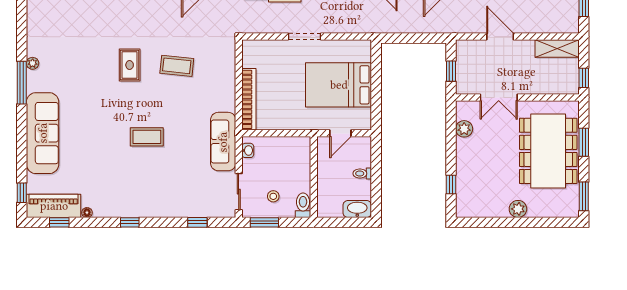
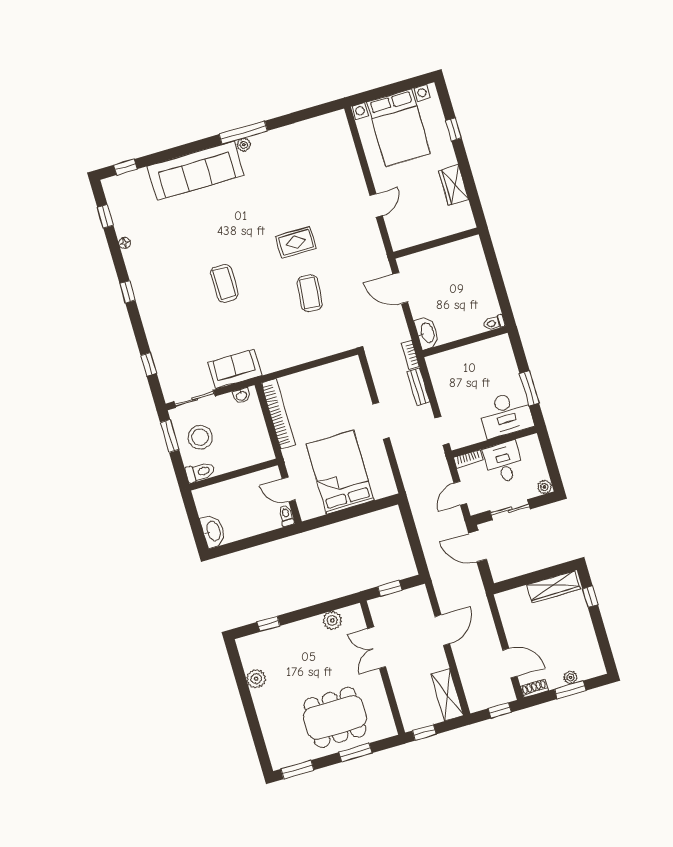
plant: (33, 63) -> (244, 145), moved
bookcase: (249, 99) -> (278, 414), moved, turned -90
sofa: (223, 142) -> (235, 369), width x0.73
dining table: (548, 151) -> (335, 717), width x0.73, depth x0.80
toilet: (362, 173) -> (286, 516), moved
stool: (273, 196) -> (200, 437), width x1.89, depth x1.89
piano: (54, 206) -> (121, 205), removed
plant: (518, 209) -> (256, 679), moved

